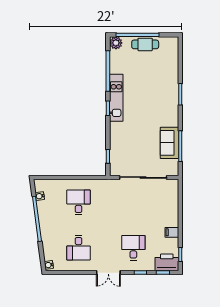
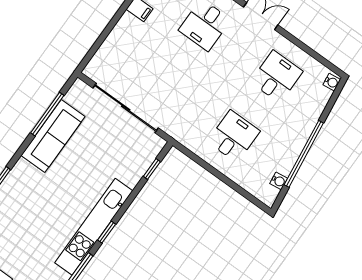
kitchen unit: (116, 98) -> (94, 227), width x1.36
sofa: (169, 143) -> (53, 136), width x1.36
desk: (78, 202) -> (234, 136), turned 180

